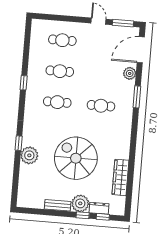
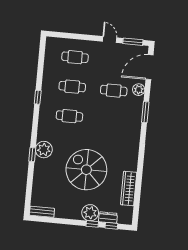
cafe table: (101, 106) -> (114, 91), moved
plant: (29, 155) -> (44, 150), moved
bench: (58, 205) -> (42, 212), moved

